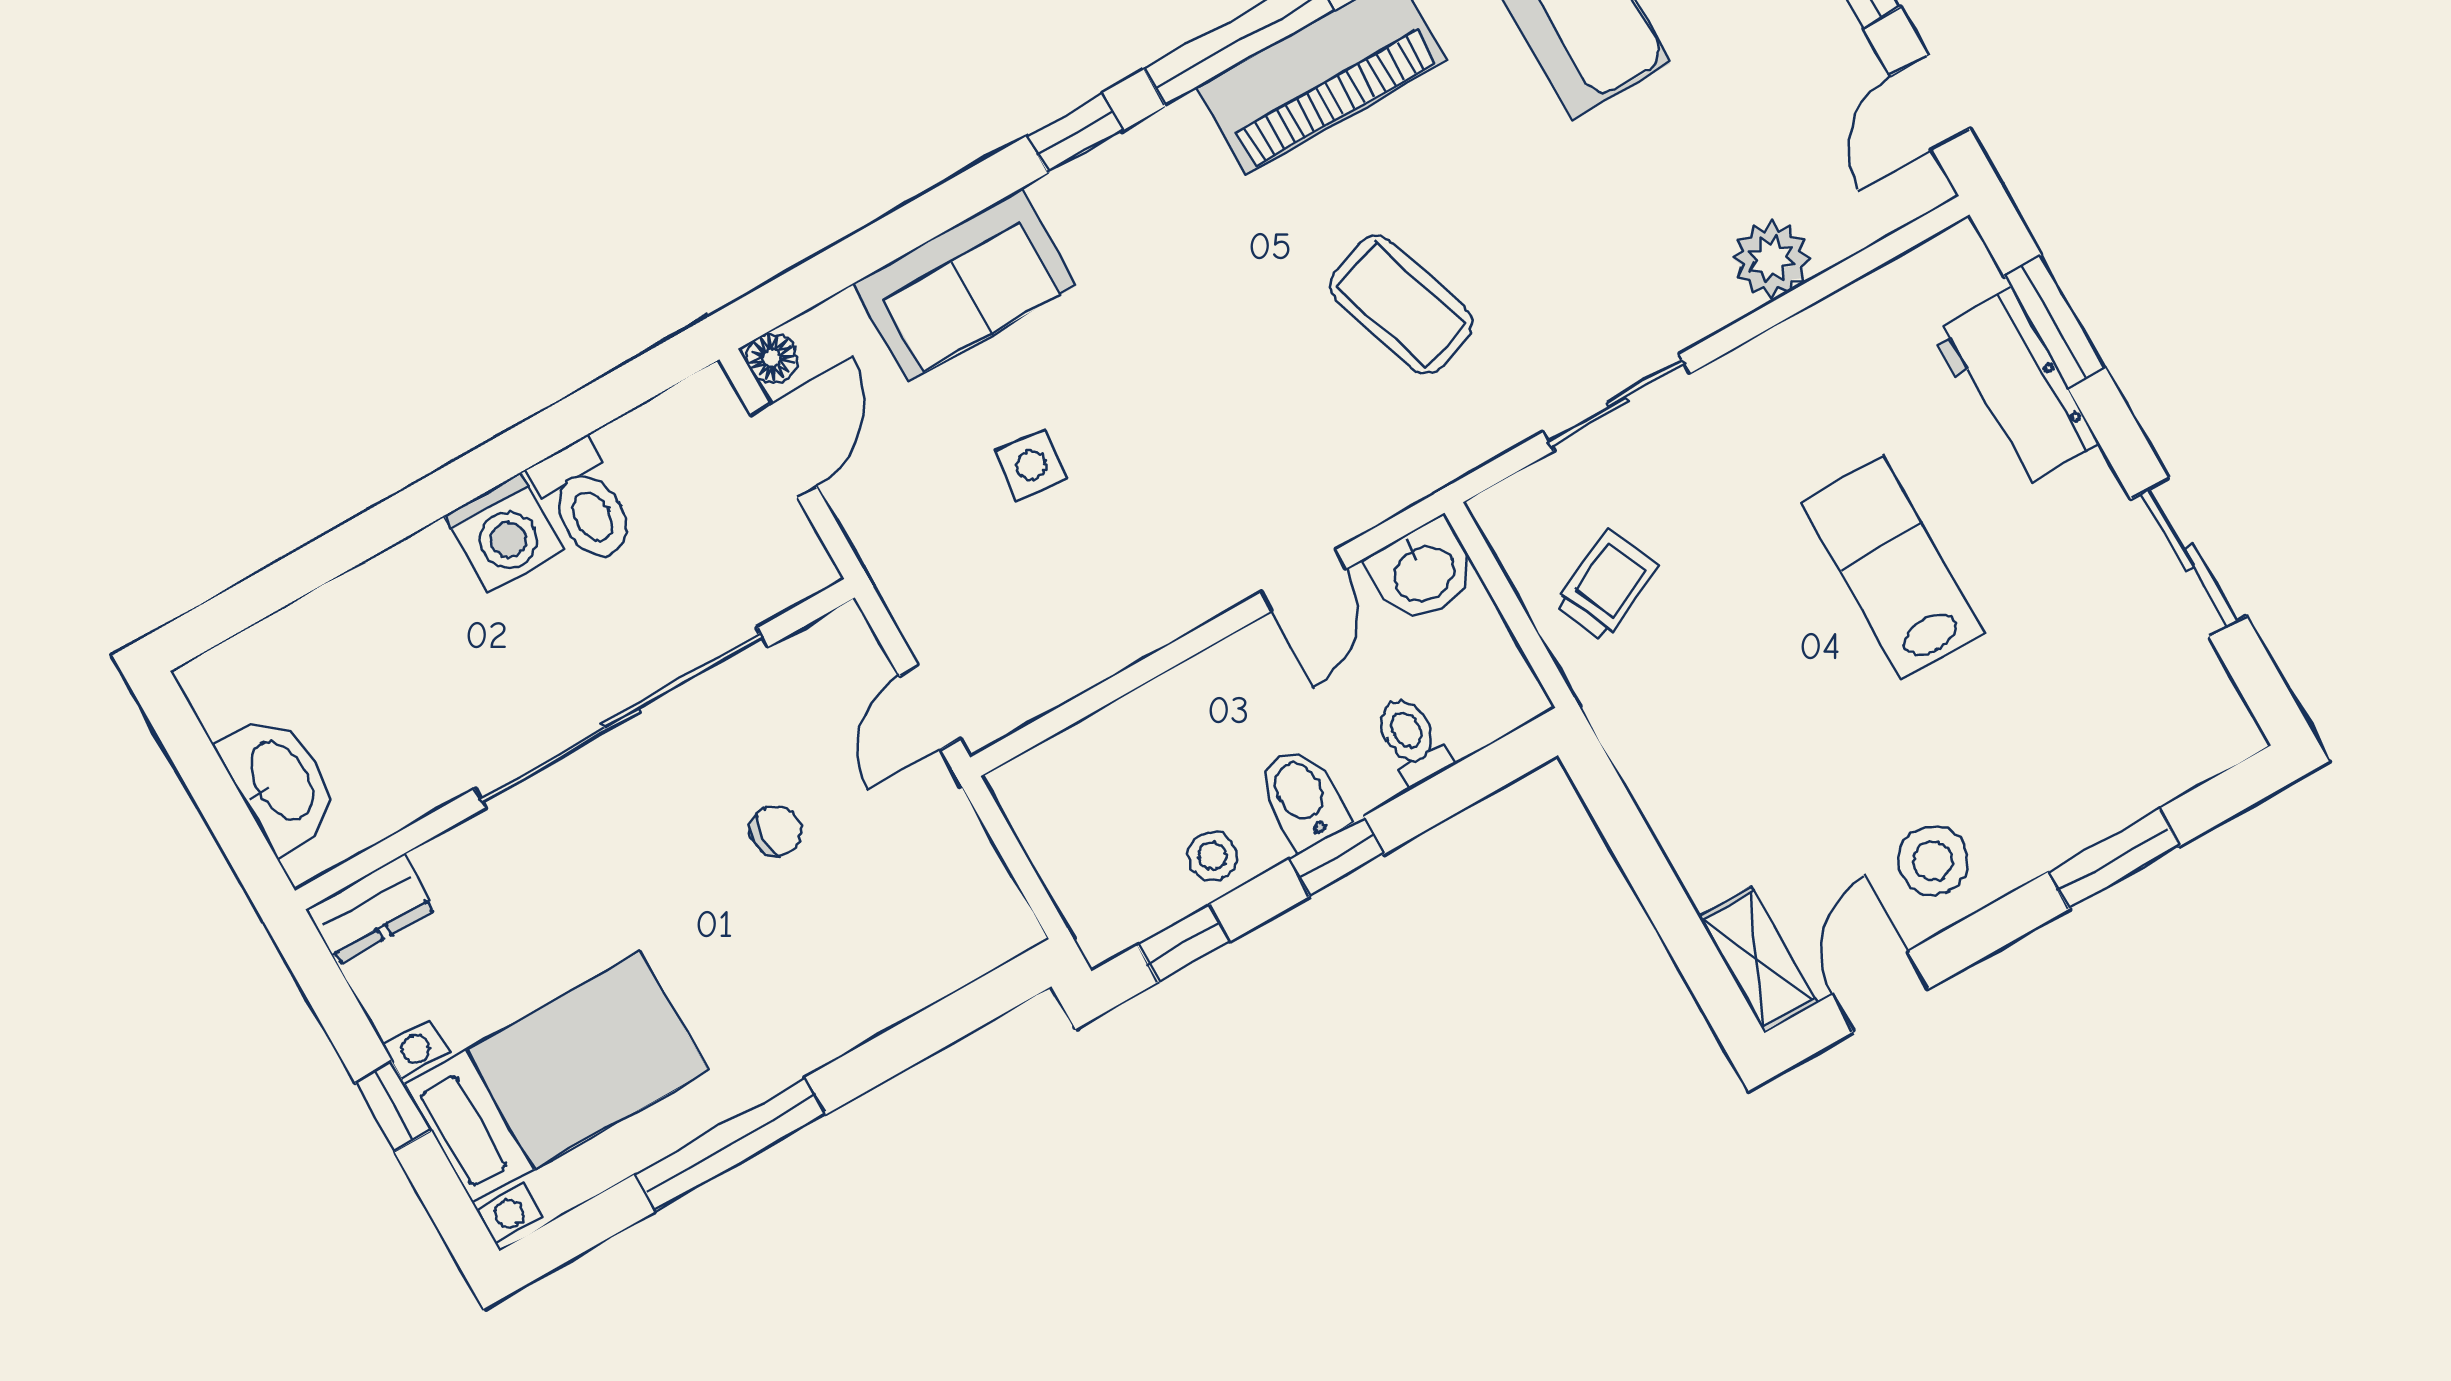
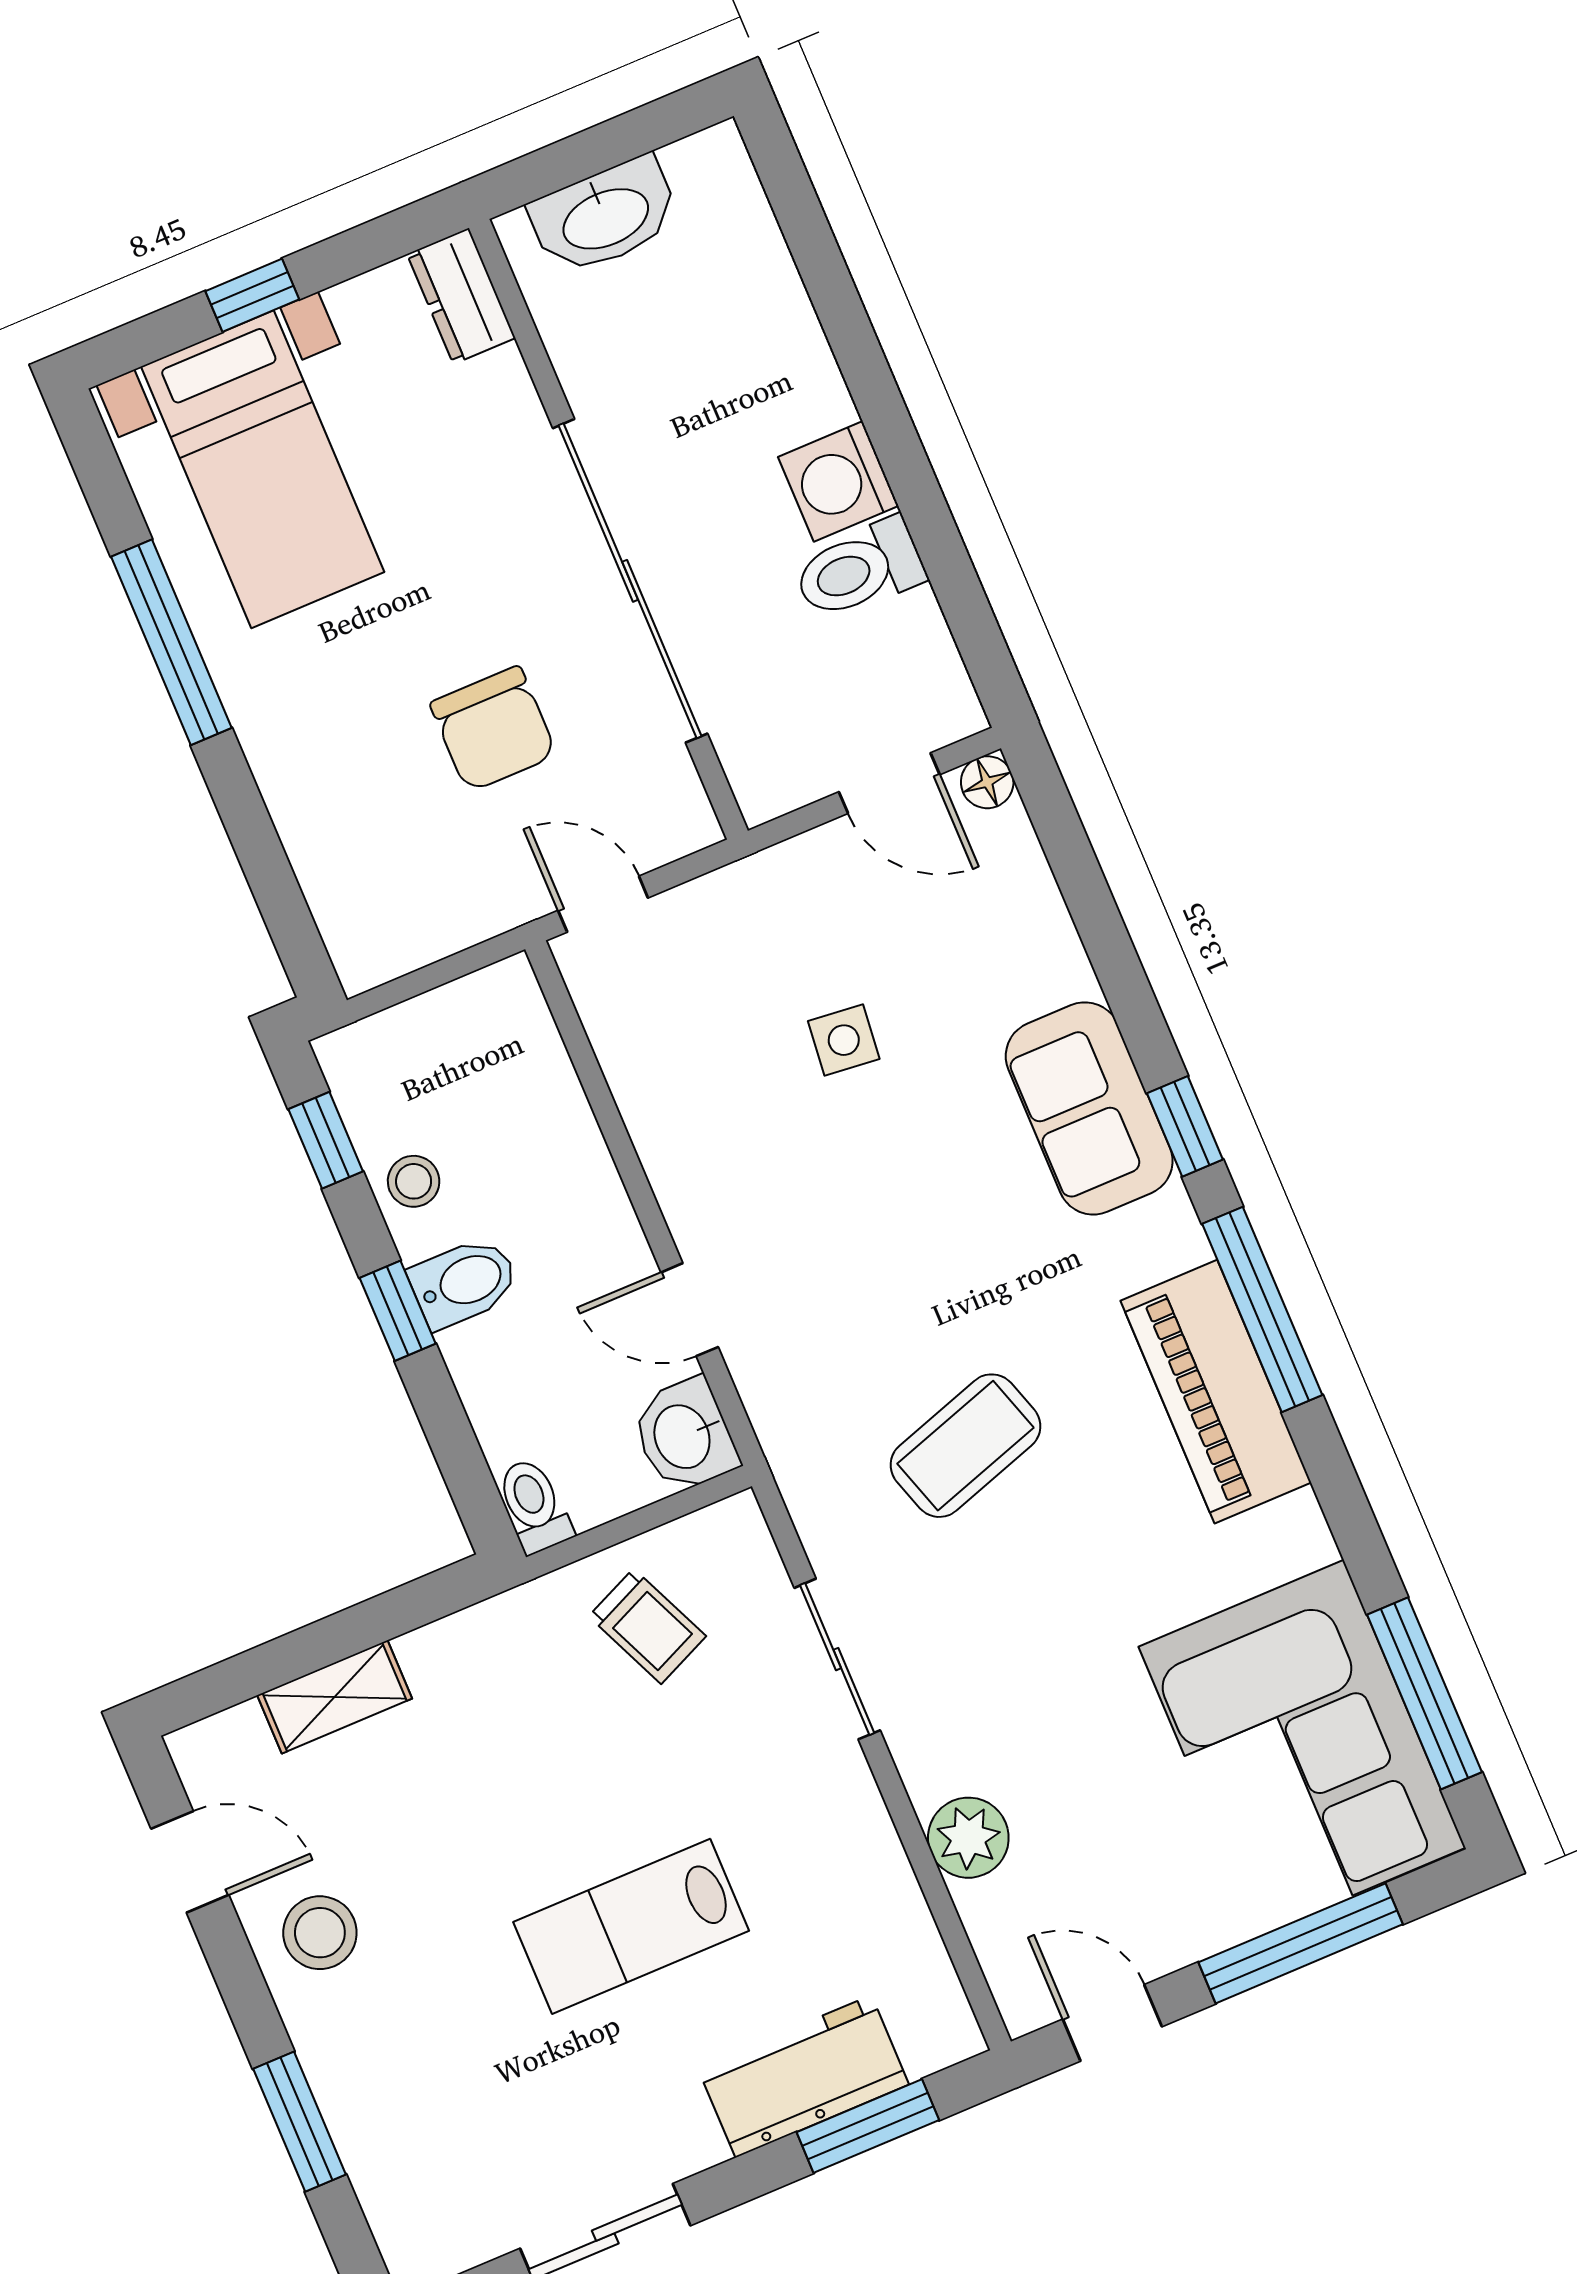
sofa: (965, 285) -> (1089, 1108), moved
lab bench: (1892, 568) -> (631, 1926), turned 180
toilet: (1412, 740) -> (534, 1506), moved, turned -90
chair: (776, 831) -> (493, 729), width x1.87, depth x1.87
shelving: (1758, 960) -> (335, 1697), moved

